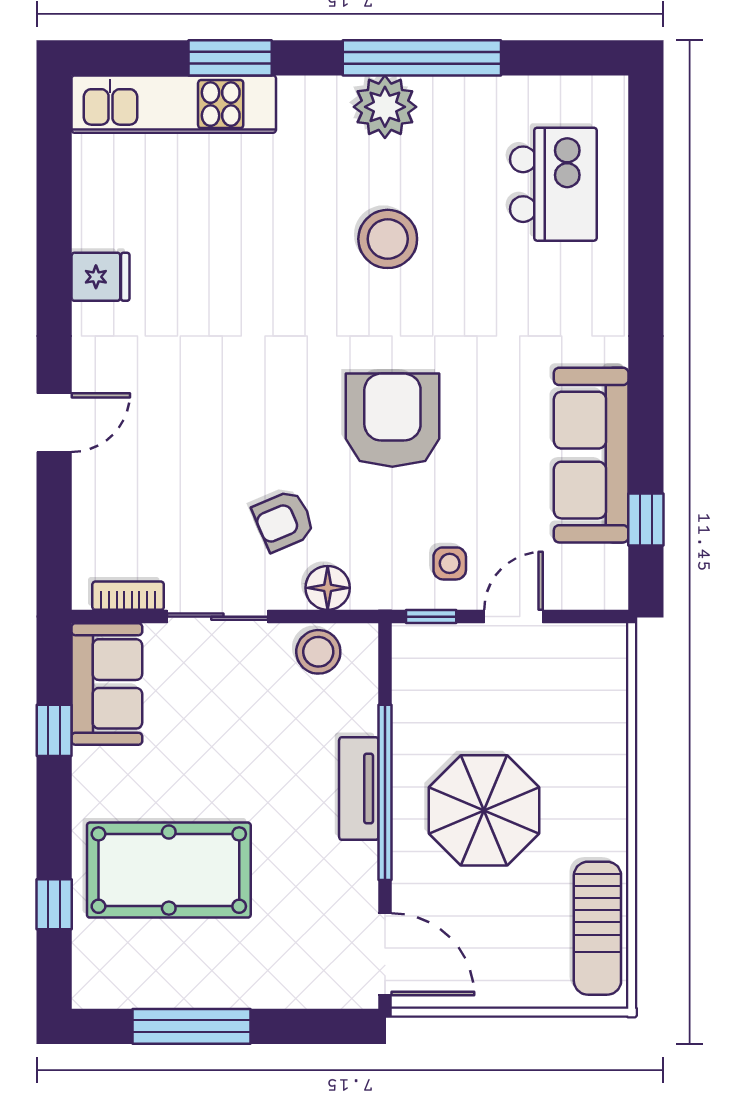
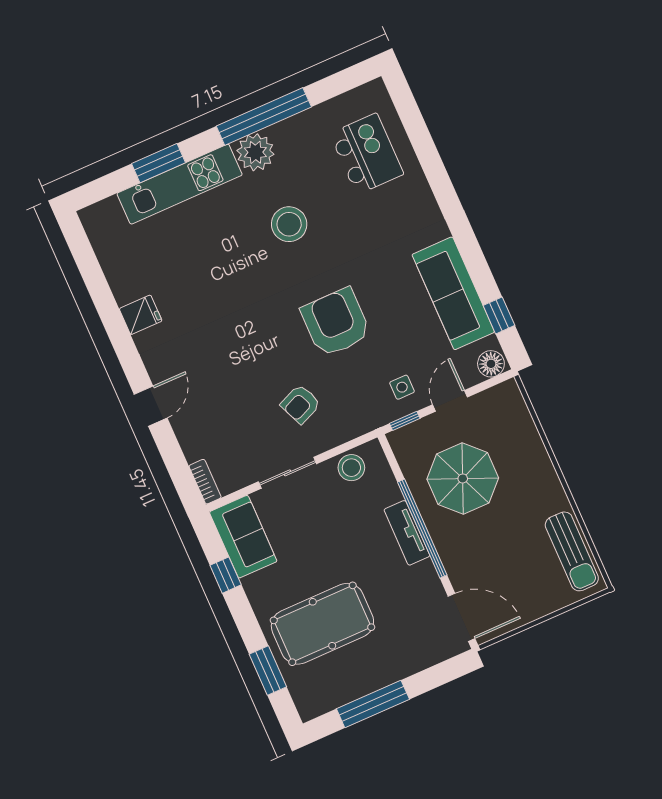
kitchen unit: (174, 104) -> (180, 184), moved
floor lamp: (328, 588) -> (491, 364), moved
bookcase: (128, 596) -> (205, 482), moved, turned 90
parasol: (484, 810) -> (463, 479), moved
window: (54, 904) -> (268, 670), width x1.50

